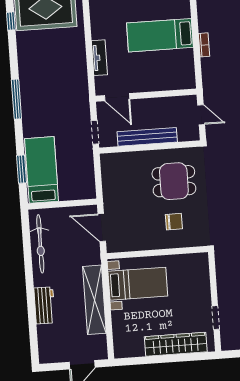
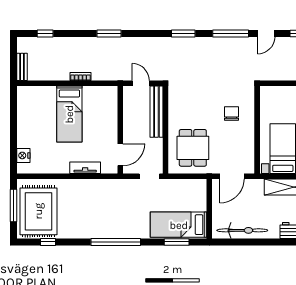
window: (16, 99) -> (116, 242), width x1.46
door: (201, 115) -> (141, 83), hinge flipped
bench: (147, 137) -> (156, 112), moved
dining table: (174, 181) -> (193, 148), moved

